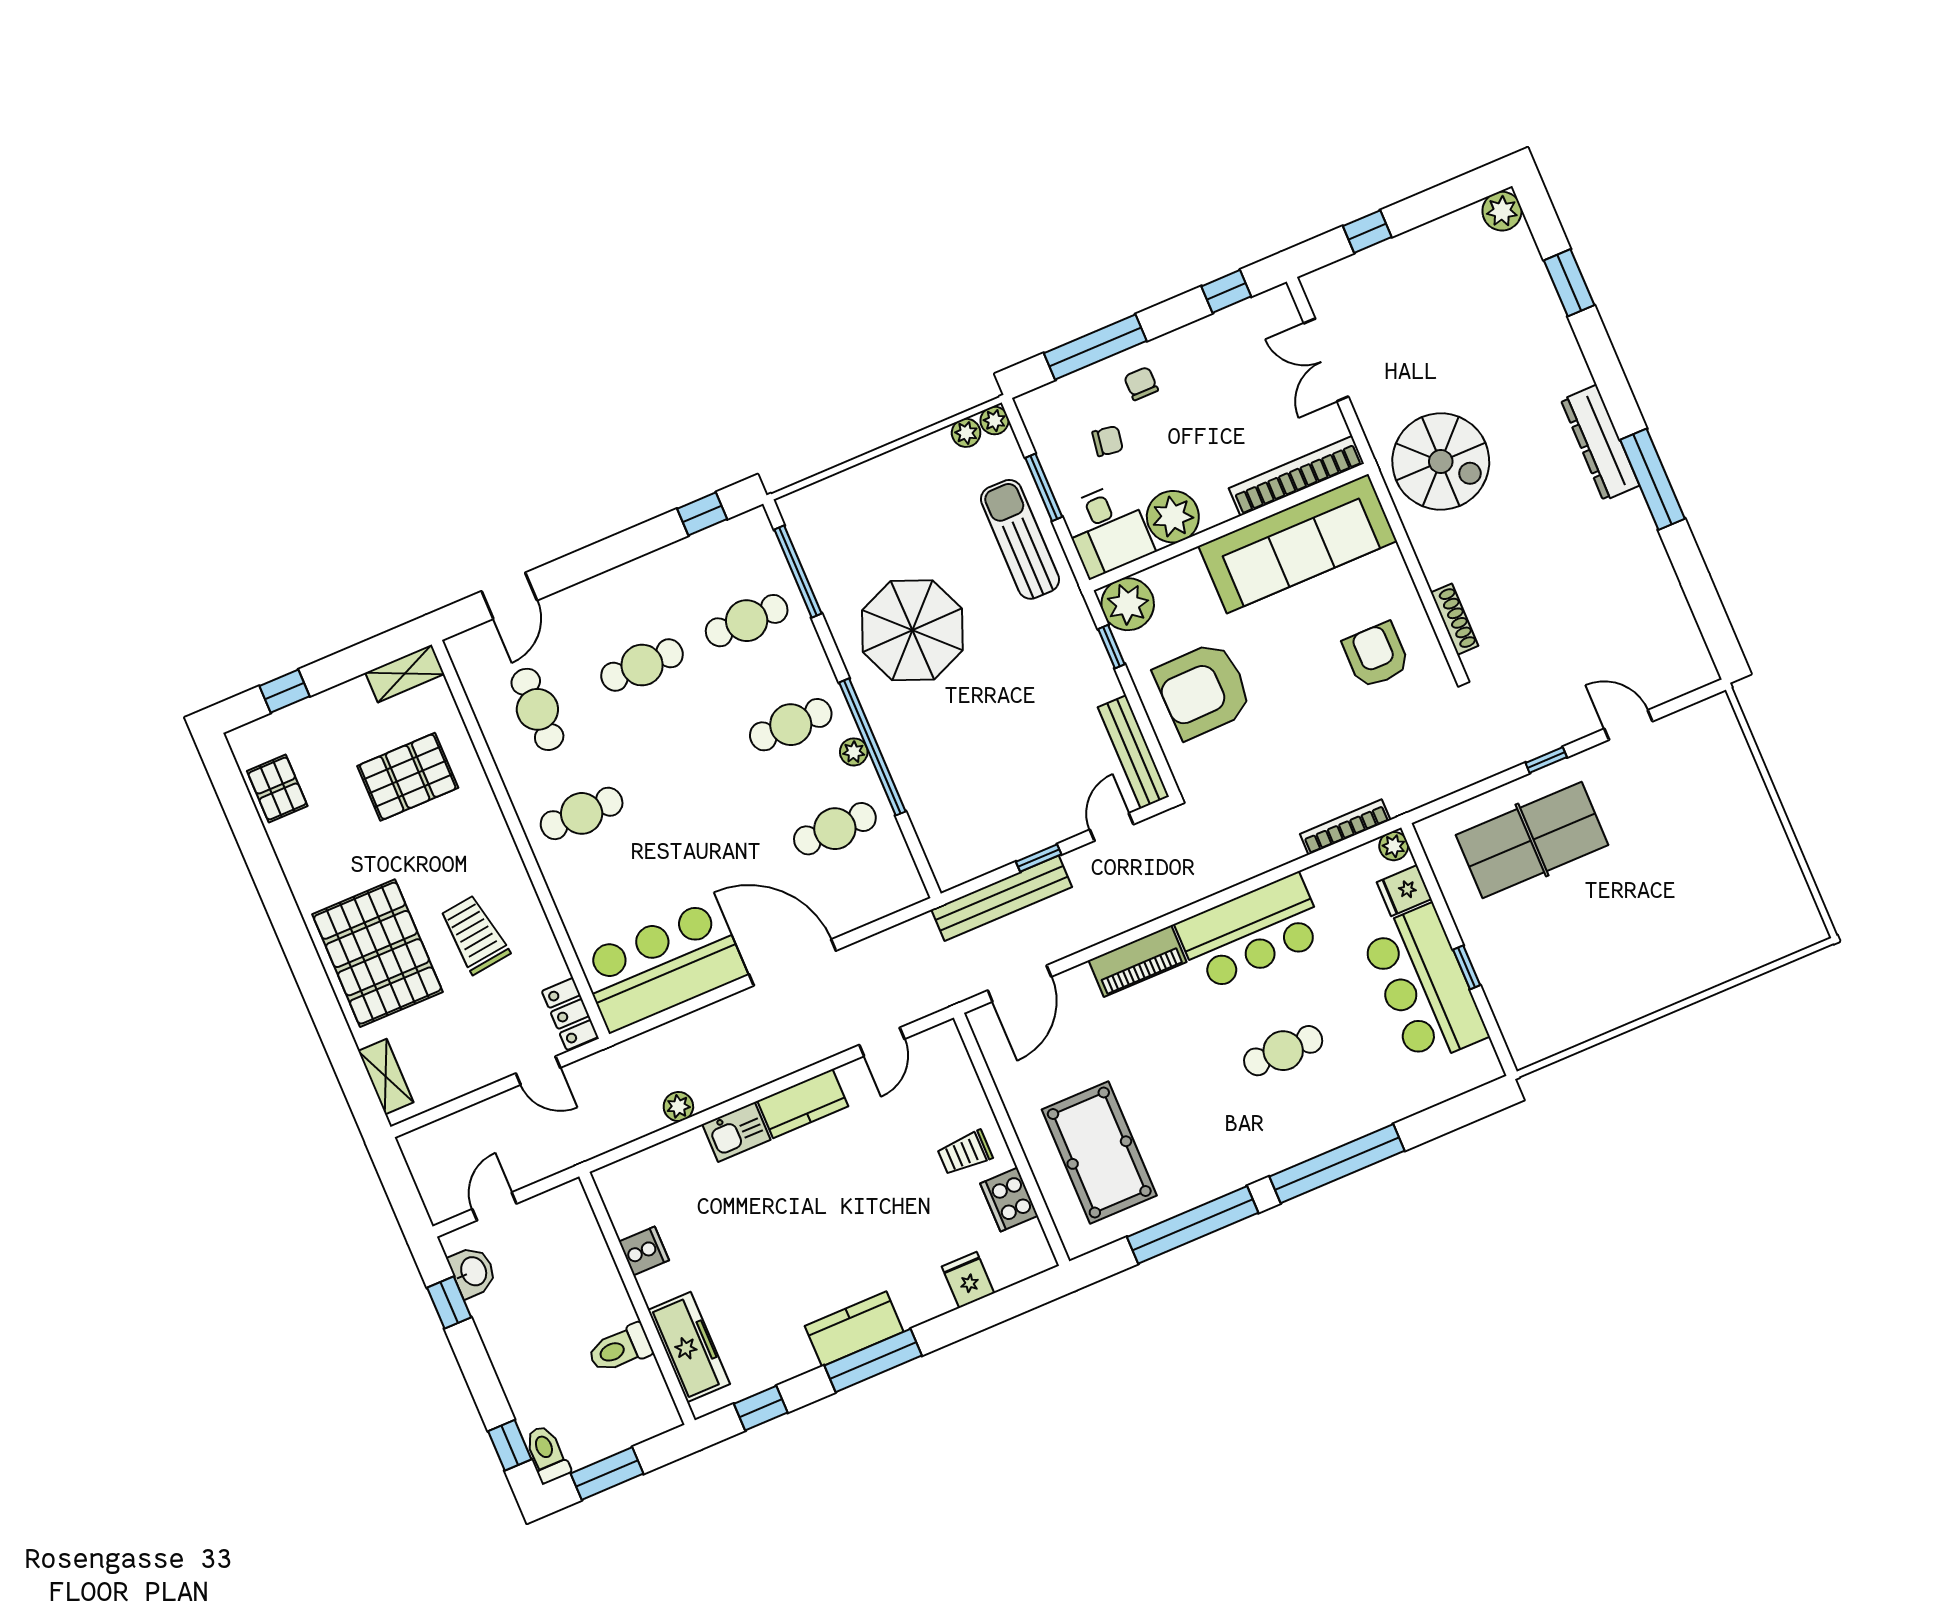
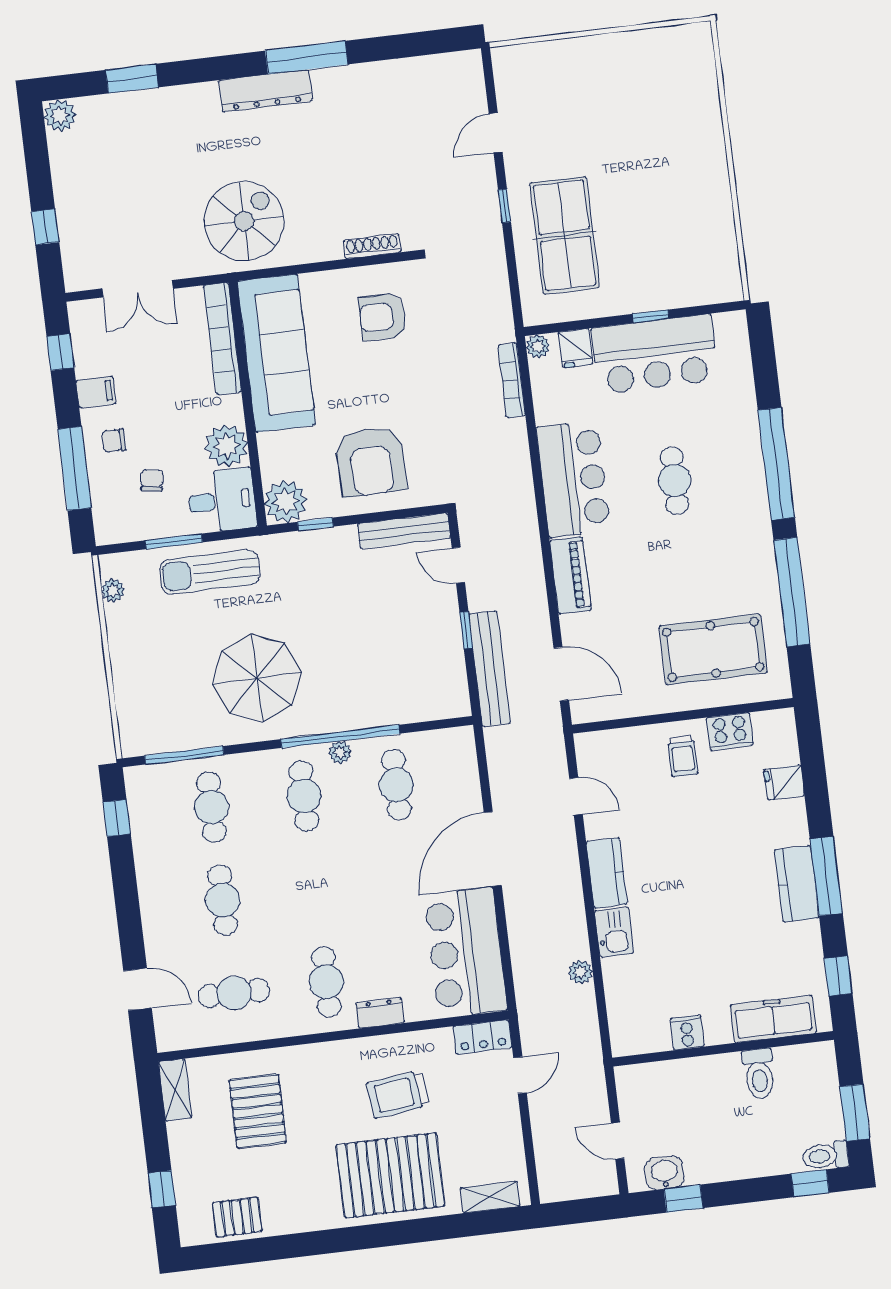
filing cabinet: (1192, 346) -> (96, 392), added
plant: (994, 421) -> (110, 565), removed
dresser: (563, 886) -> (380, 1013), added

